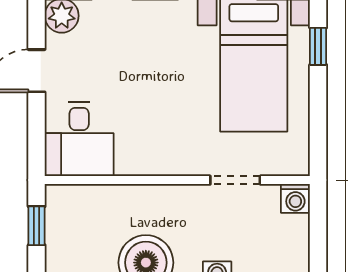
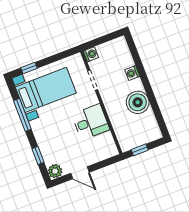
desk: (79, 139) -> (91, 122), moved

